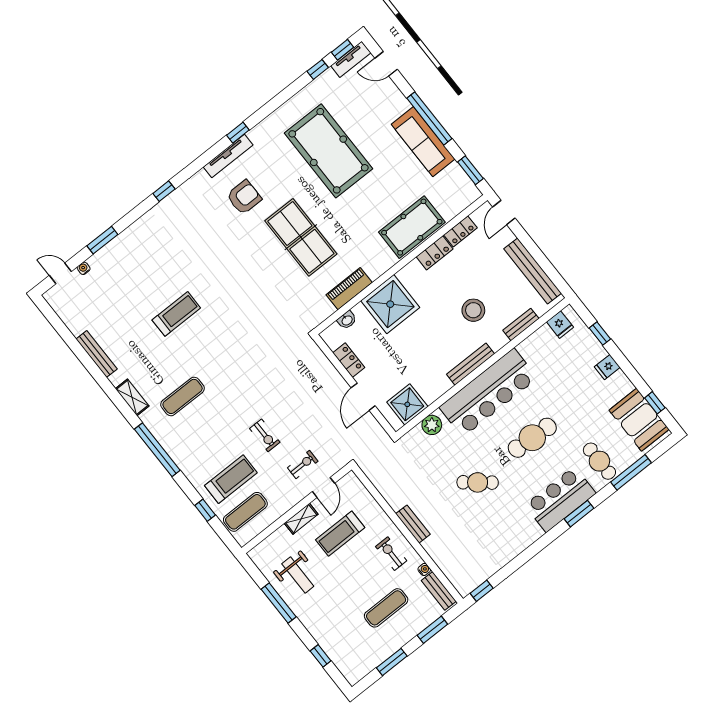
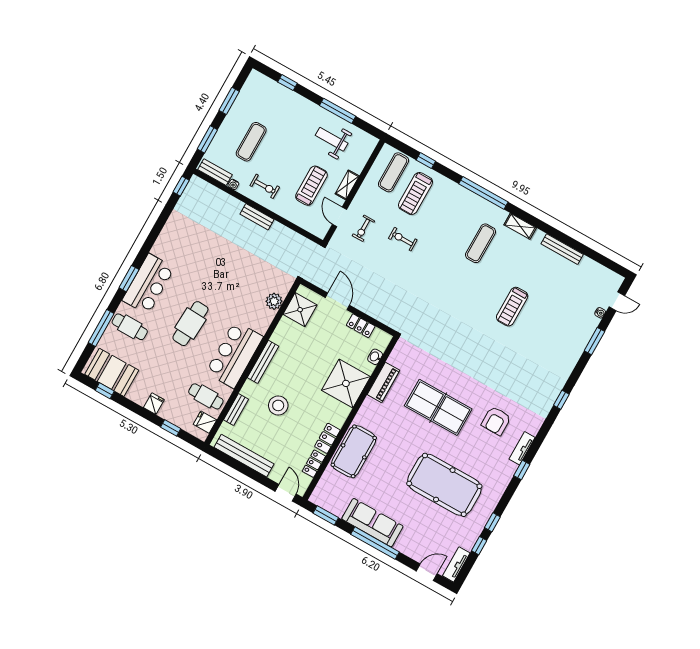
window: (342, 50) -> (492, 522), moved
tv unit: (228, 156) -> (522, 448), width x0.71
bar counter: (488, 393) -> (234, 355), width x0.73
cafe table: (478, 482) -> (206, 396), moved, turned 51

